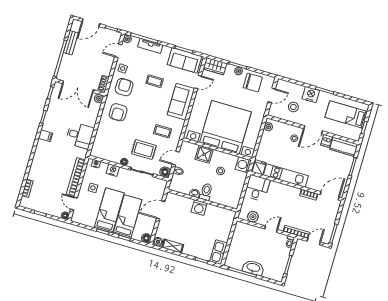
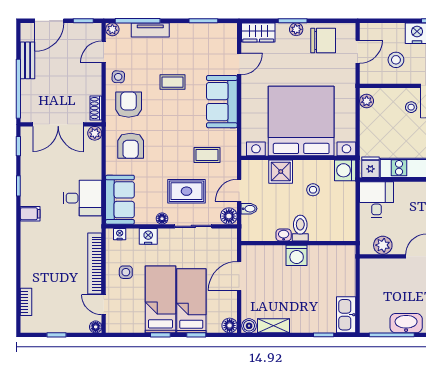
sofa: (185, 60) -> (120, 200), moved, turned -90

